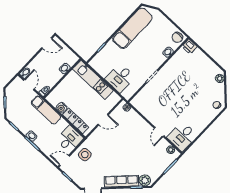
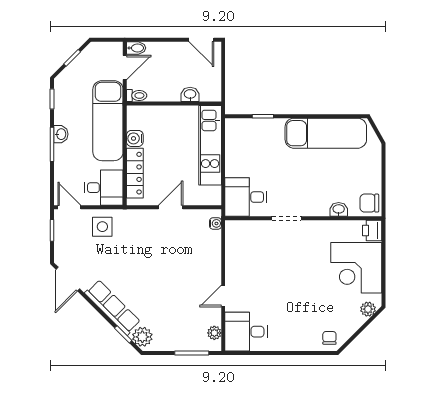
corner desk: (199, 67) -> (356, 268), added
desk: (120, 78) -> (246, 197), moved
exam couch: (46, 110) -> (108, 121), width x1.36, depth x1.45
door: (103, 119) -> (171, 207), swing flipped

